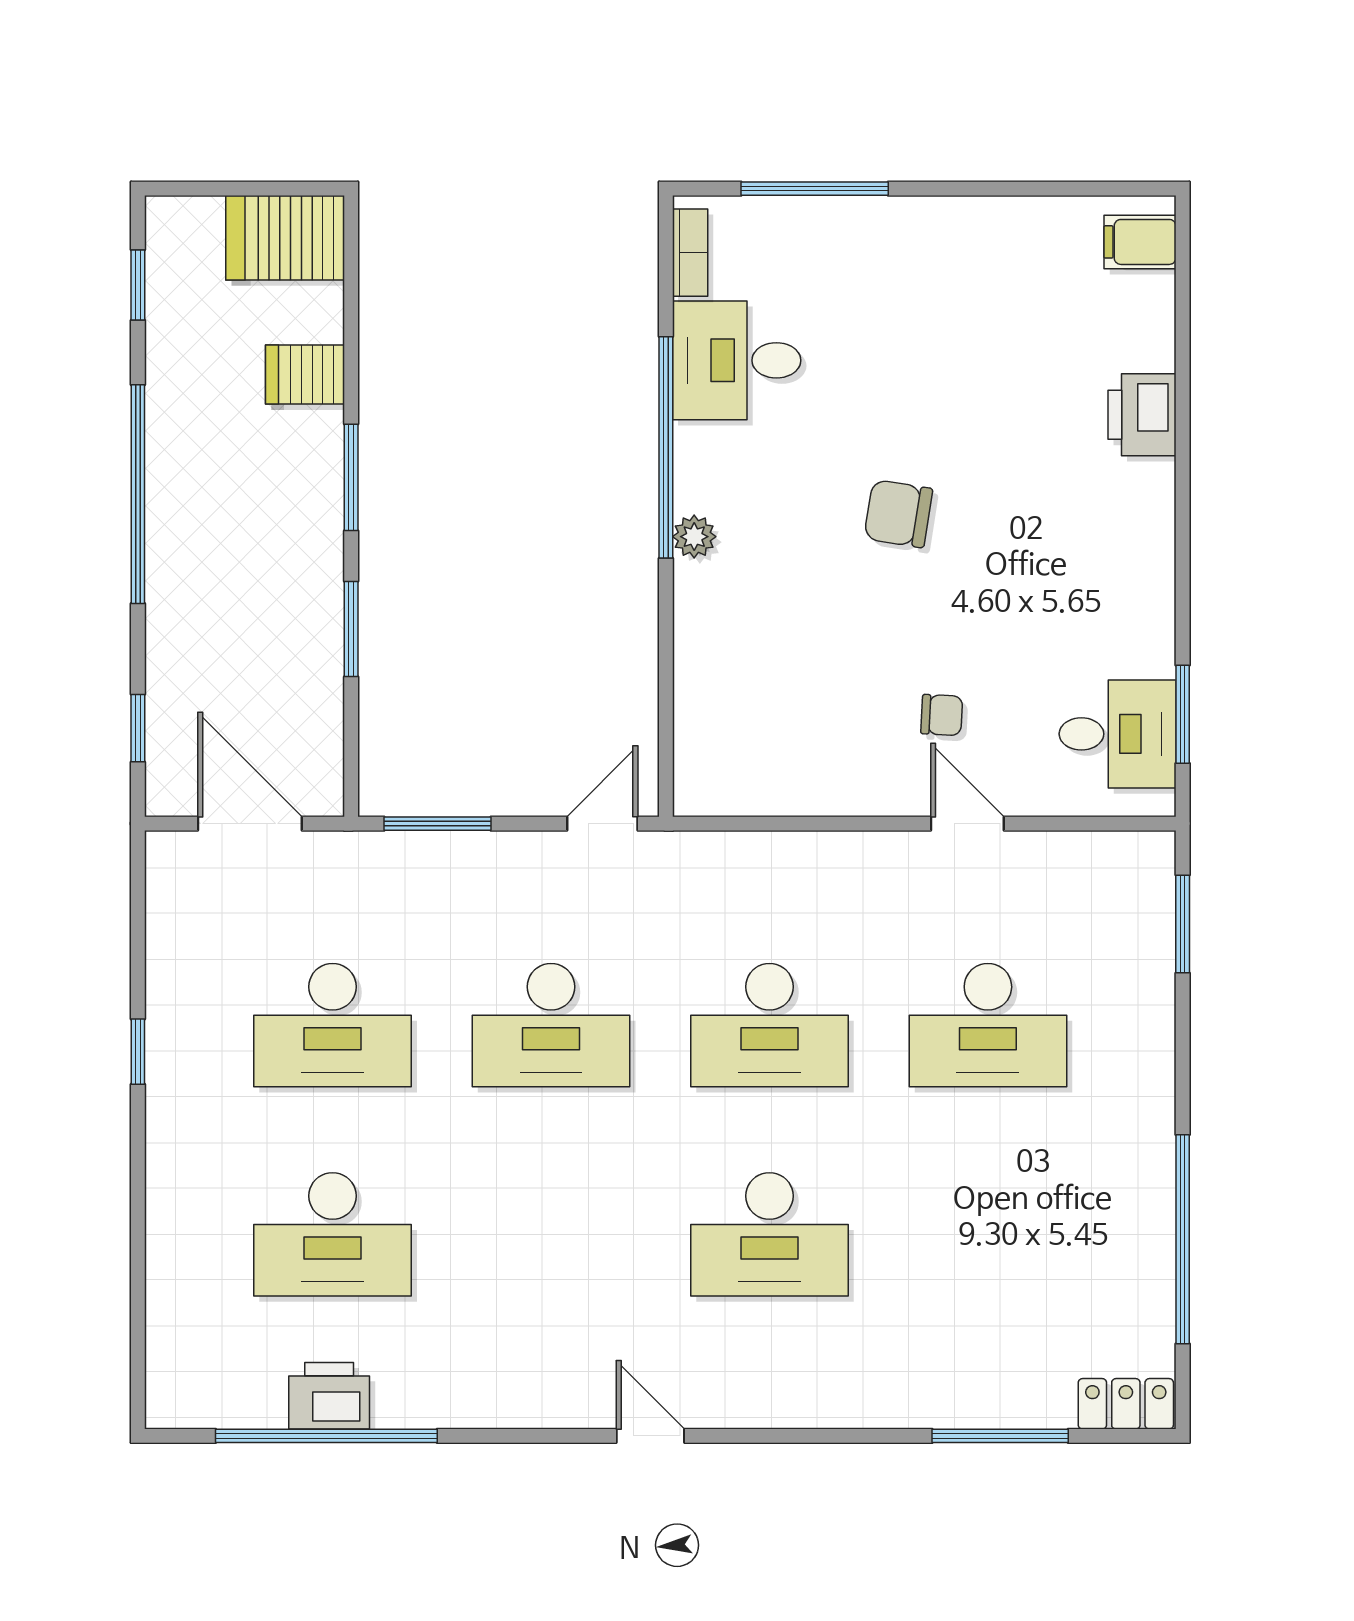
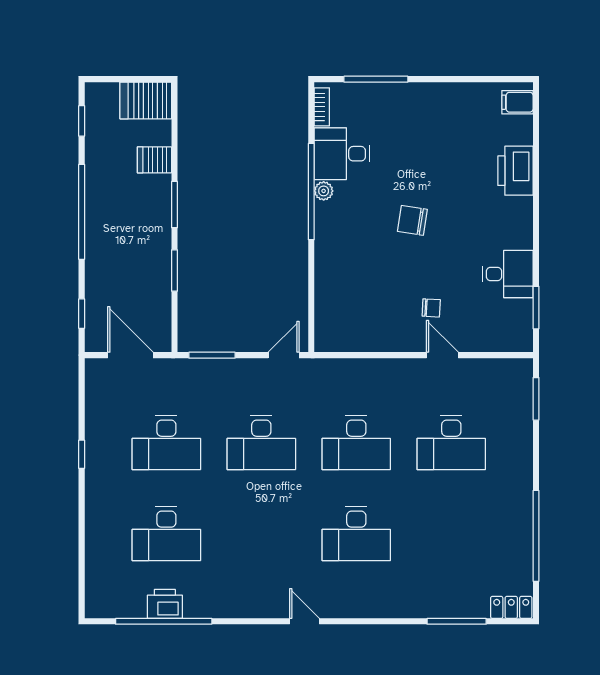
printer: (1142, 415) -> (515, 171), width x1.37, depth x1.19
plant: (694, 537) -> (324, 191), moved
desk: (1118, 734) -> (508, 274), moved

